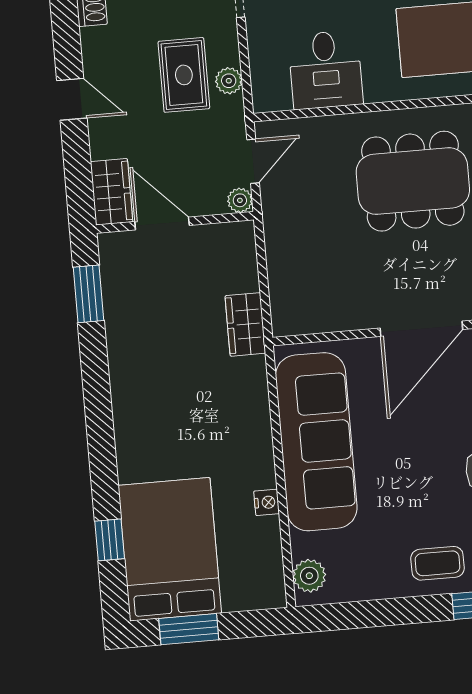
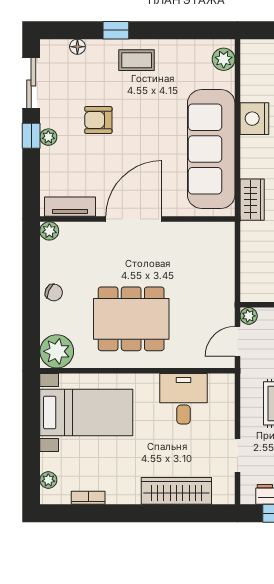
plant: (229, 81) -> (249, 397), removed
wardrobe: (245, 324) -> (252, 200), moved
nightstand: (267, 502) -> (254, 119), width x1.89, depth x1.79

